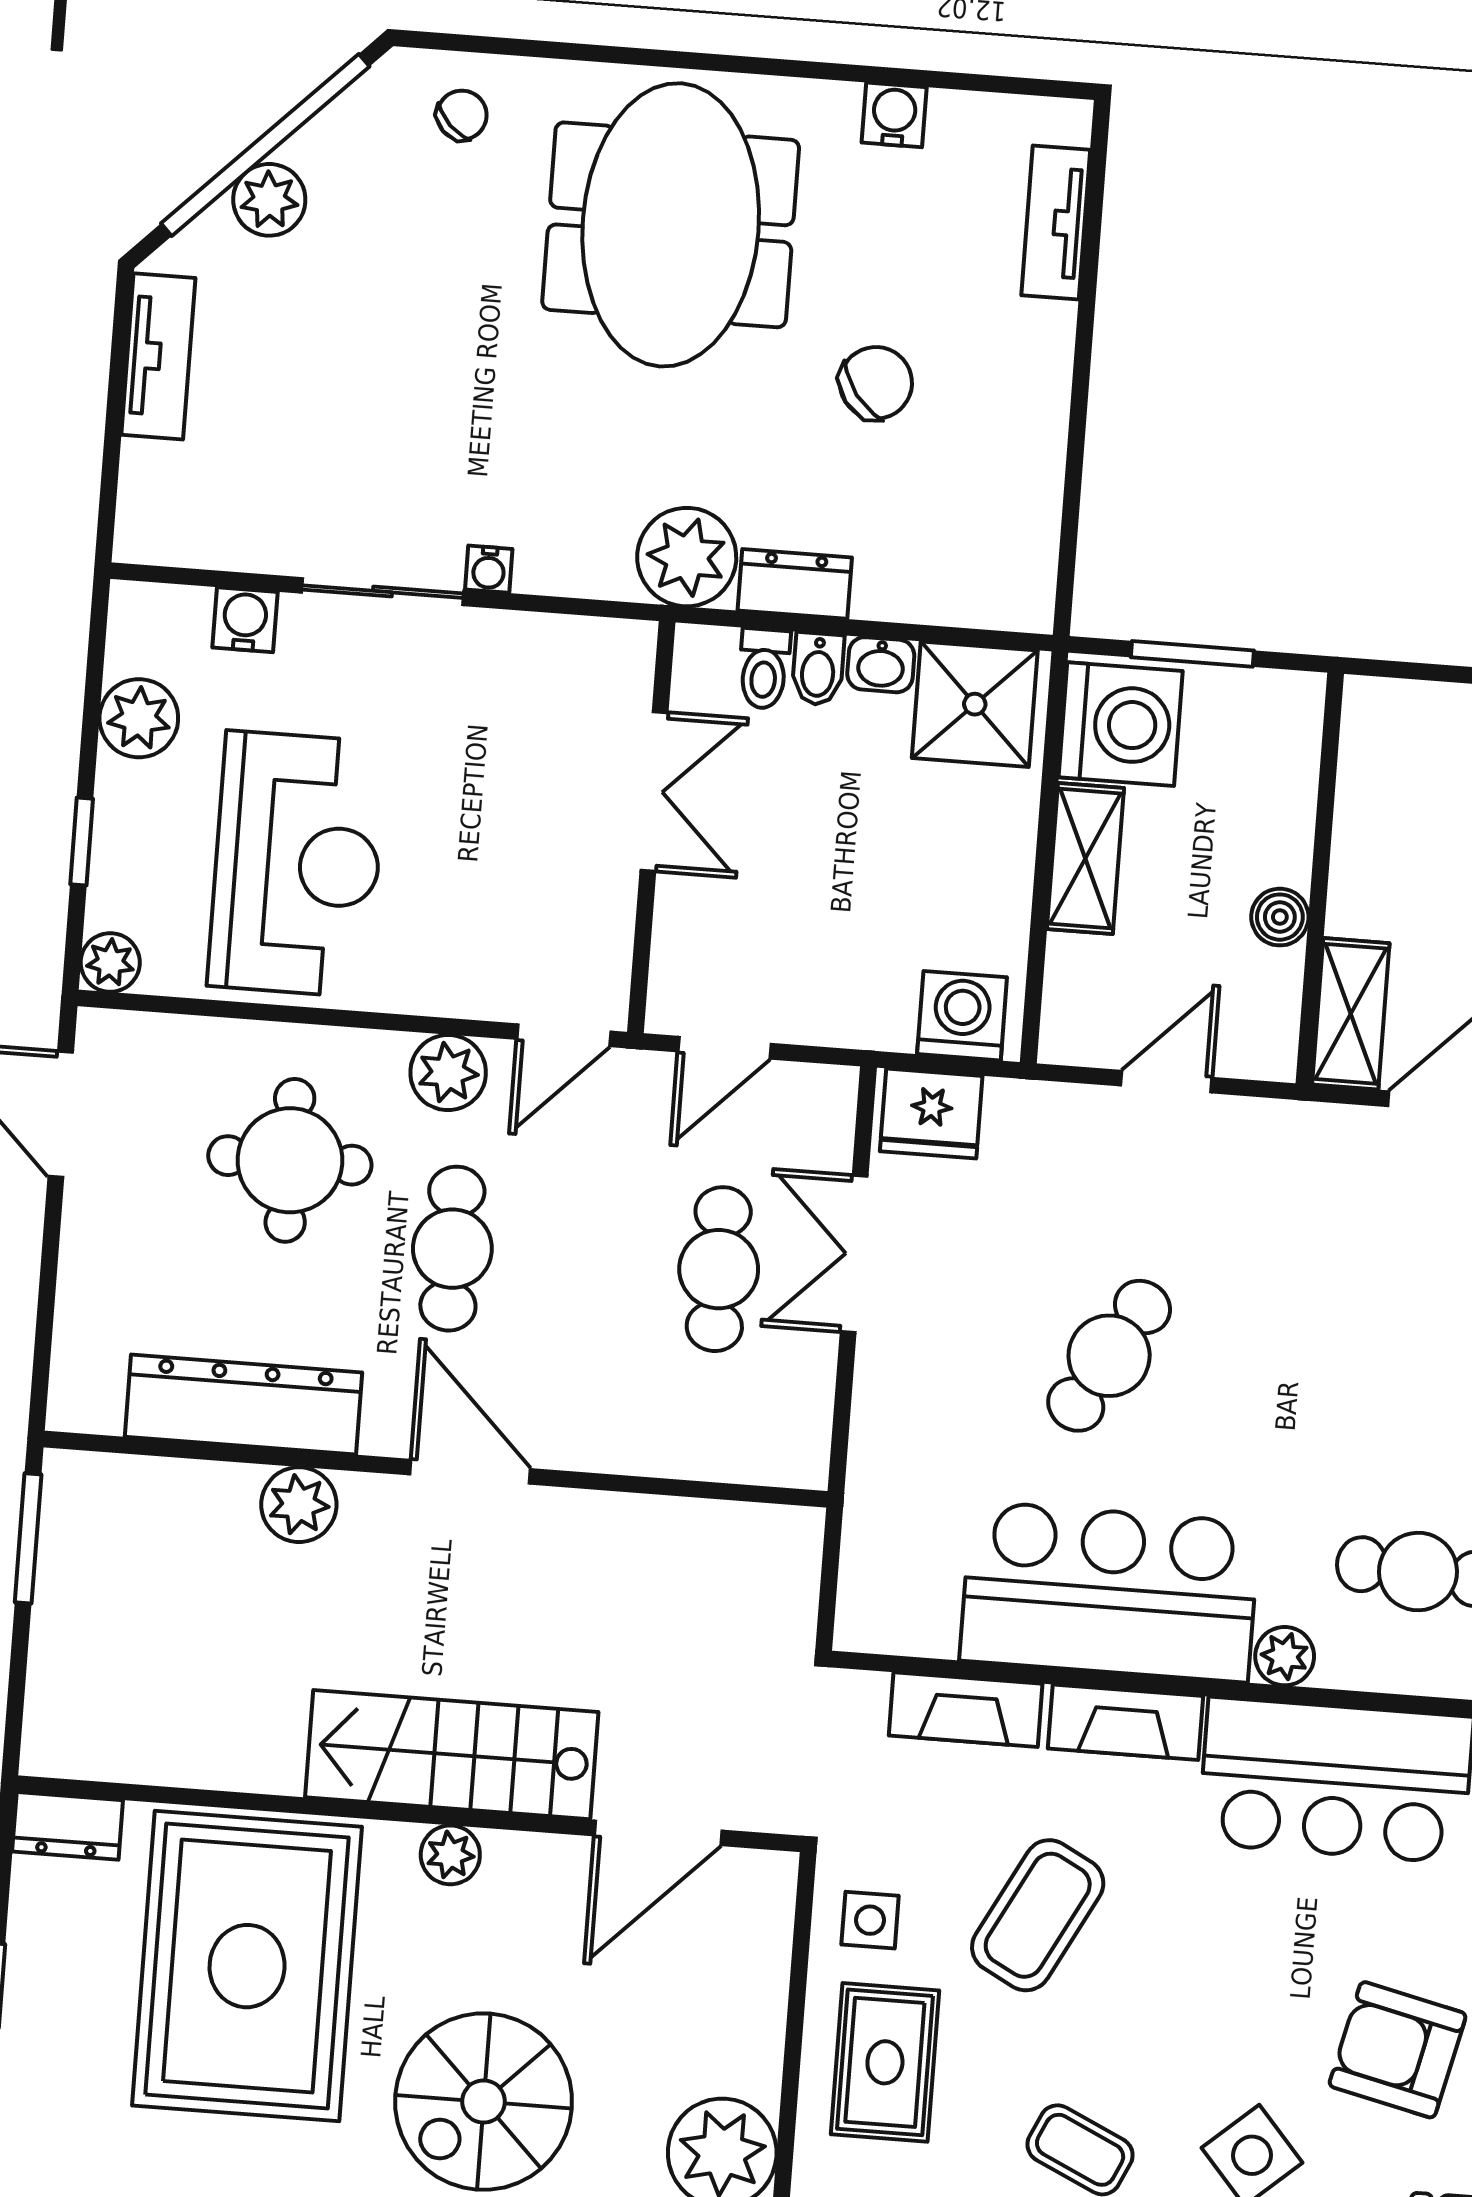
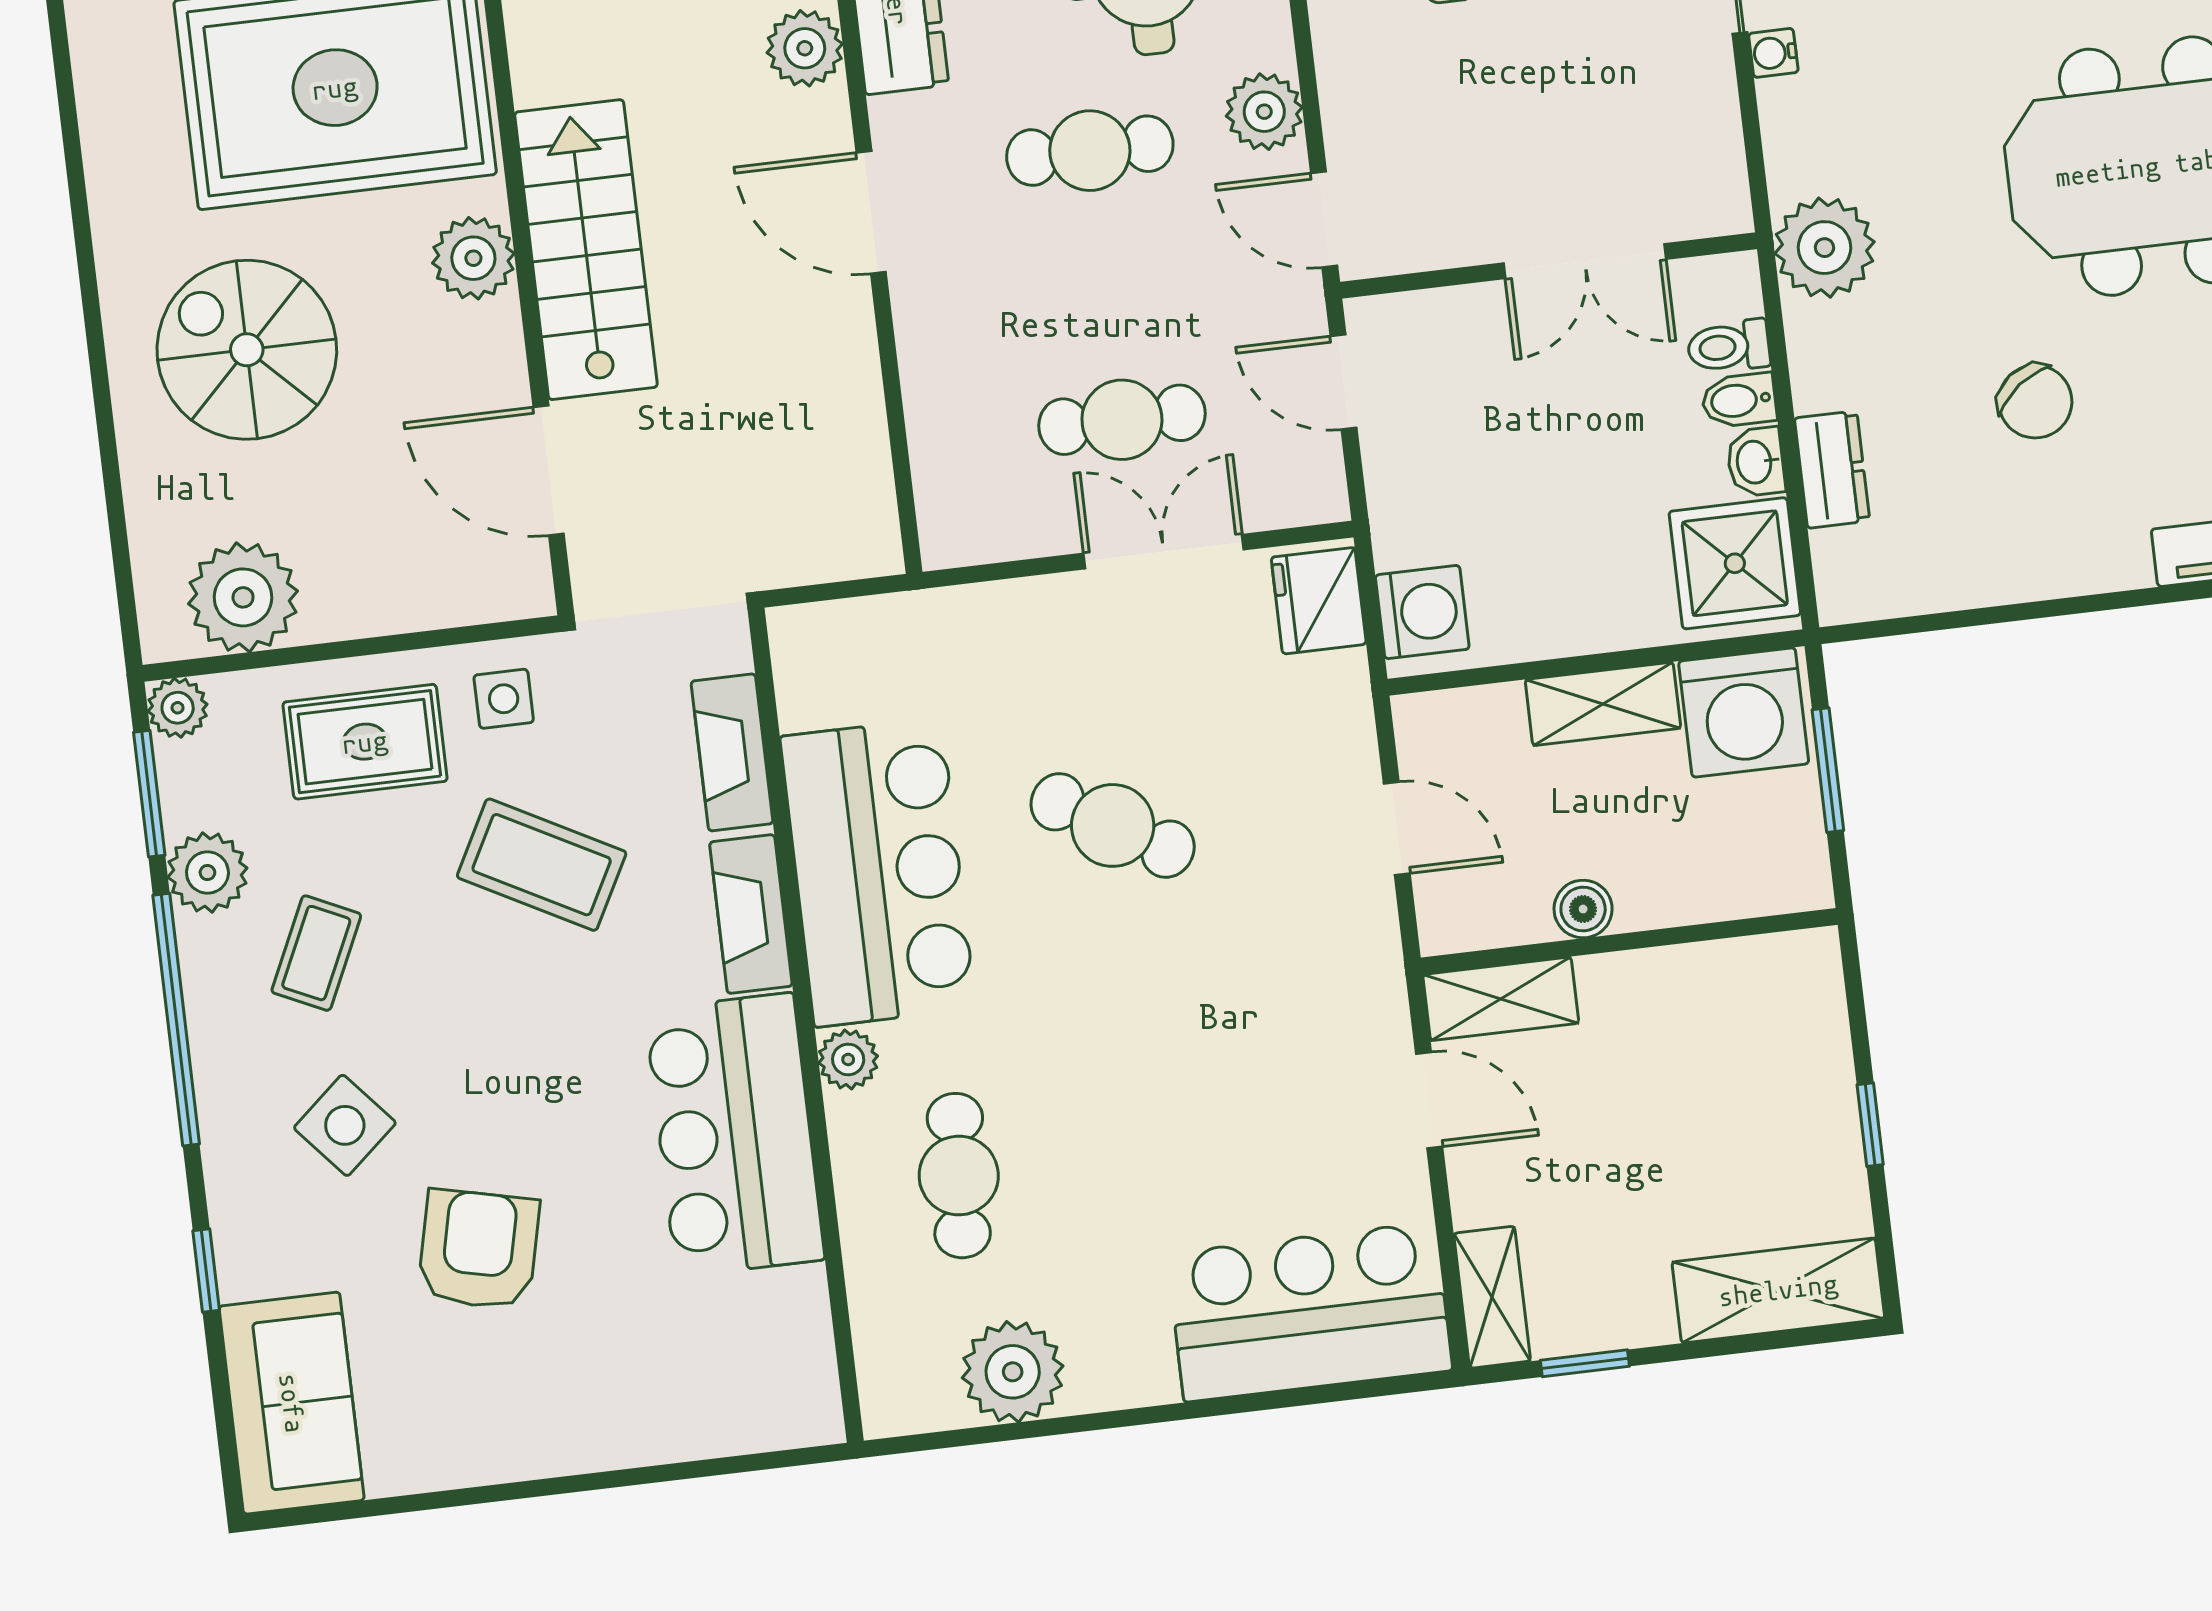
dresser: (795, 584) -> (1832, 470), moved
door: (470, 1472) -> (871, 212), swing flipped
plant: (450, 1855) -> (473, 258), width x1.38, depth x1.38

